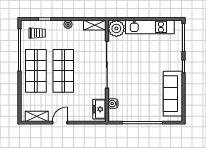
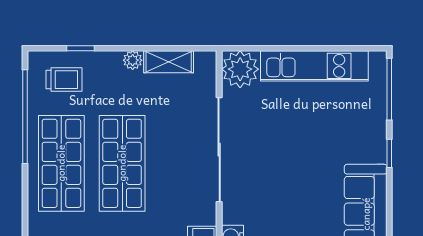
shelving: (95, 25) -> (169, 62), moved

